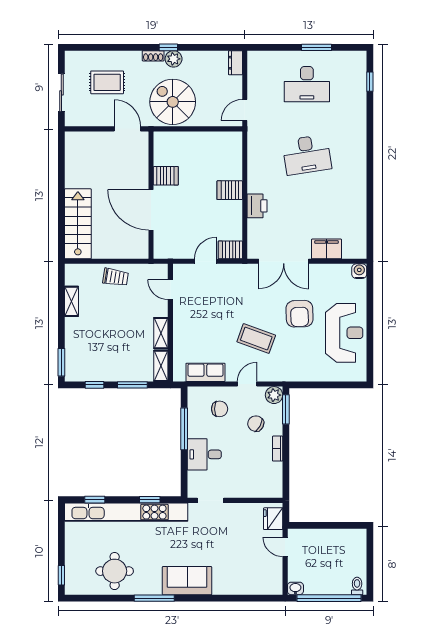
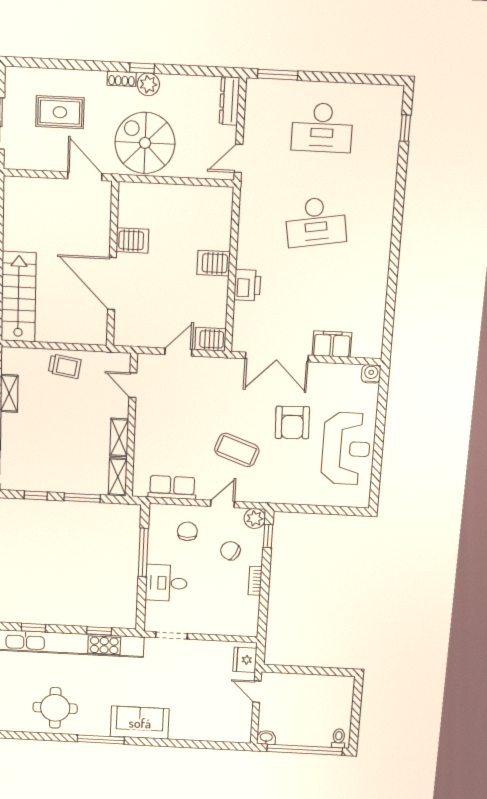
window: (317, 47) -> (278, 75), moved
dresser: (235, 63) -> (229, 101), width x1.44
chair: (220, 409) -> (187, 531), turned -90
window: (286, 409) -> (268, 536), width x0.67

